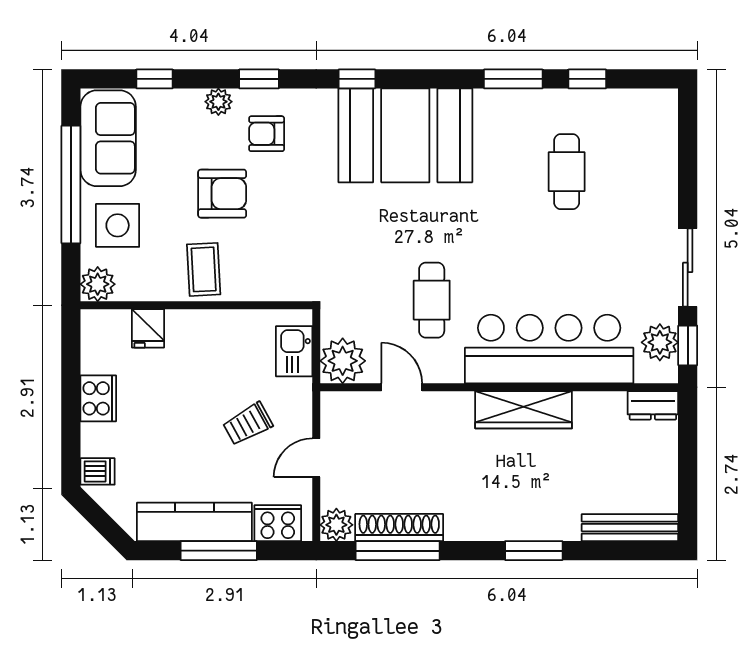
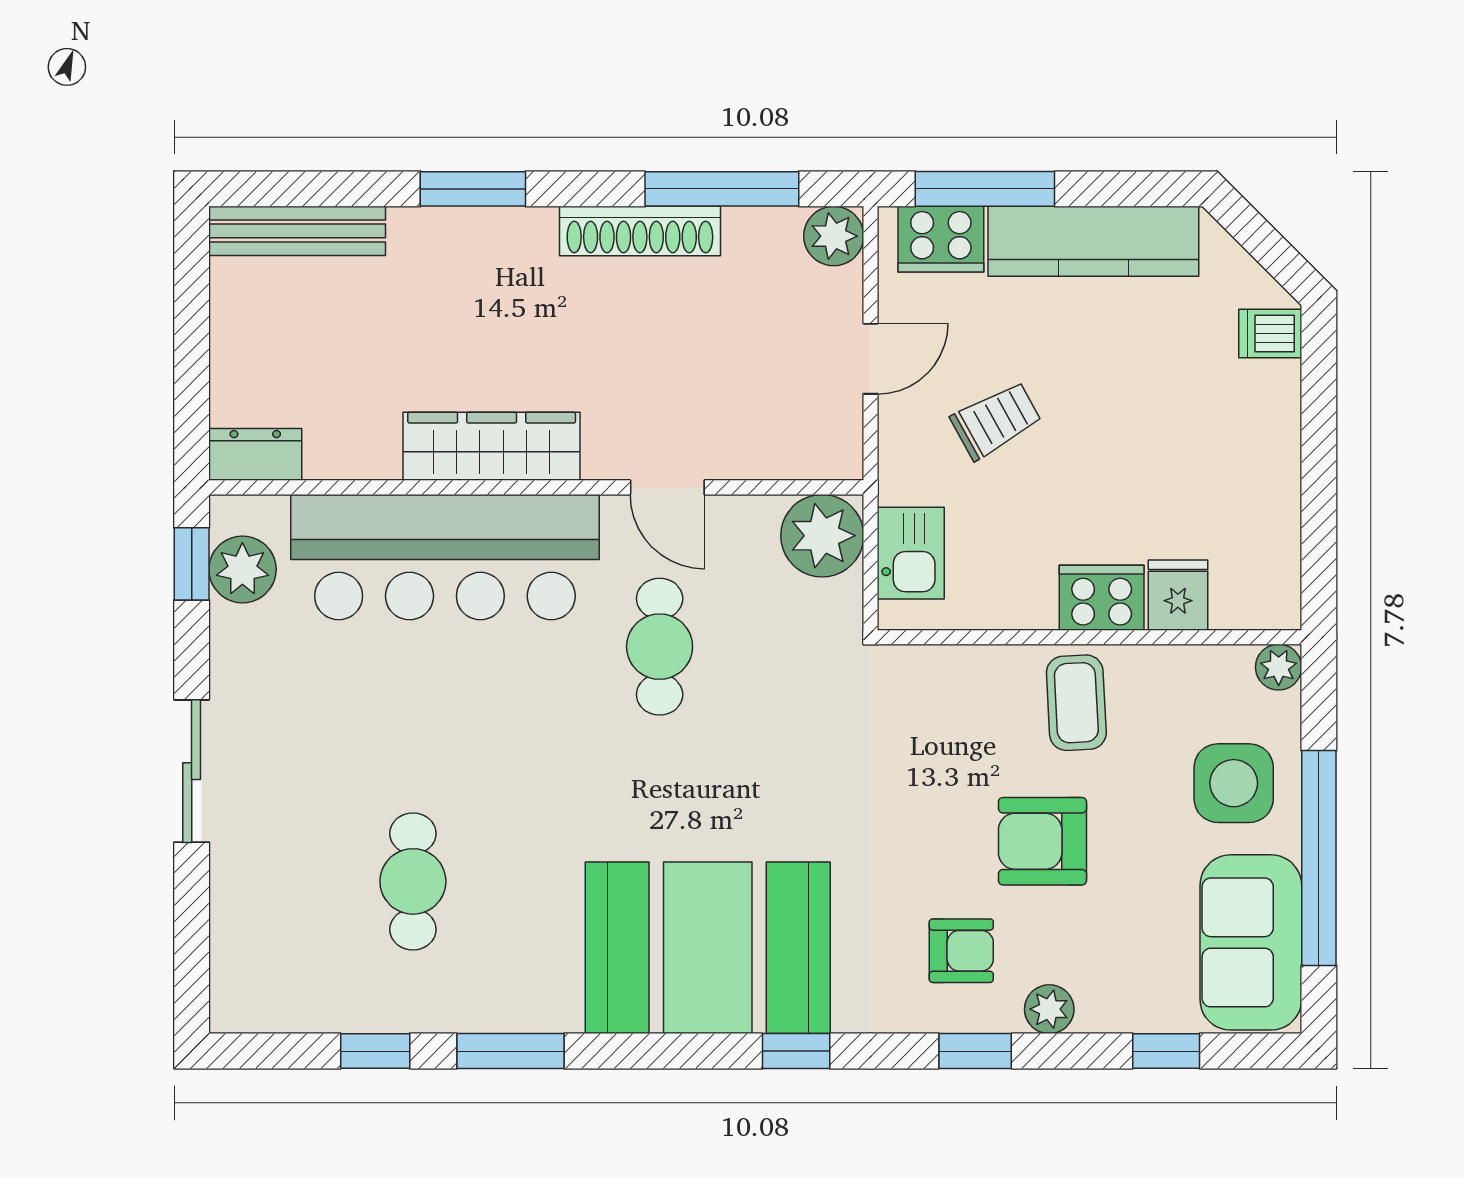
sliding door: (688, 267) -> (192, 771), moved
plant: (98, 284) -> (1279, 667), width x0.73, depth x0.73
door: (402, 387) -> (667, 487), moved
cooker: (98, 398) -> (1102, 598), moved, turned 90
shoe rack: (399, 528) -> (640, 231), moved
window: (219, 551) -> (985, 189), moved

